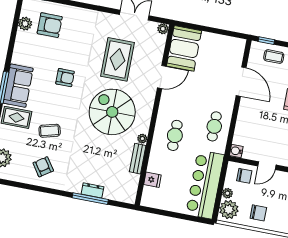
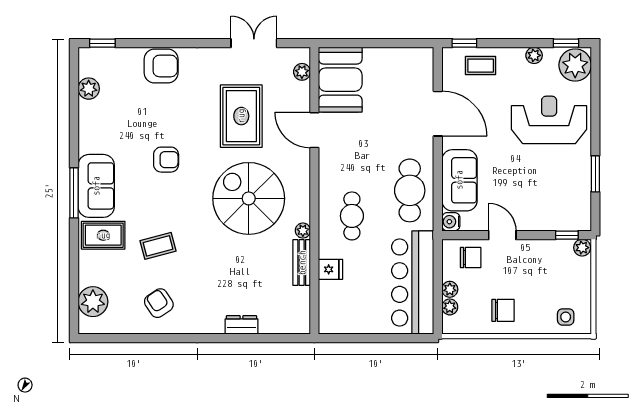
armchair: (50, 25) -> (161, 66), moved
plant: (163, 29) -> (302, 72), moved
door: (162, 77) -> (314, 130), swing flipped
cafe table: (214, 126) -> (410, 190), width x1.37, depth x1.35
sofa: (247, 126) -> (459, 180), added
door: (267, 166) -> (502, 235), swing flipped
fridge: (152, 180) -> (331, 269), moved
window: (90, 199) -> (241, 338), removed
plant: (229, 210) -> (450, 307), width x0.53, depth x0.53

